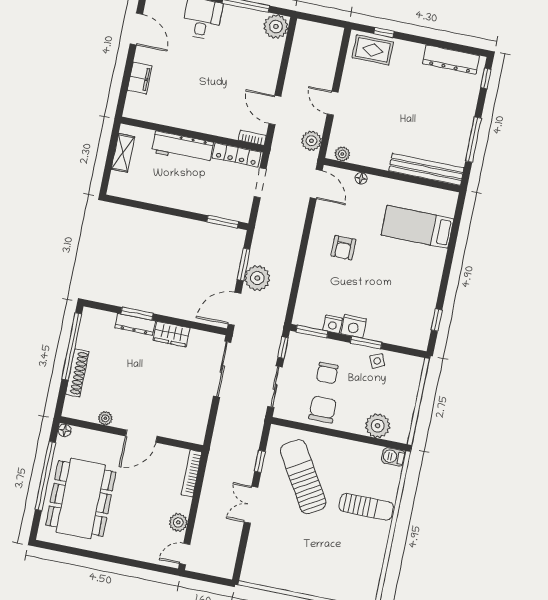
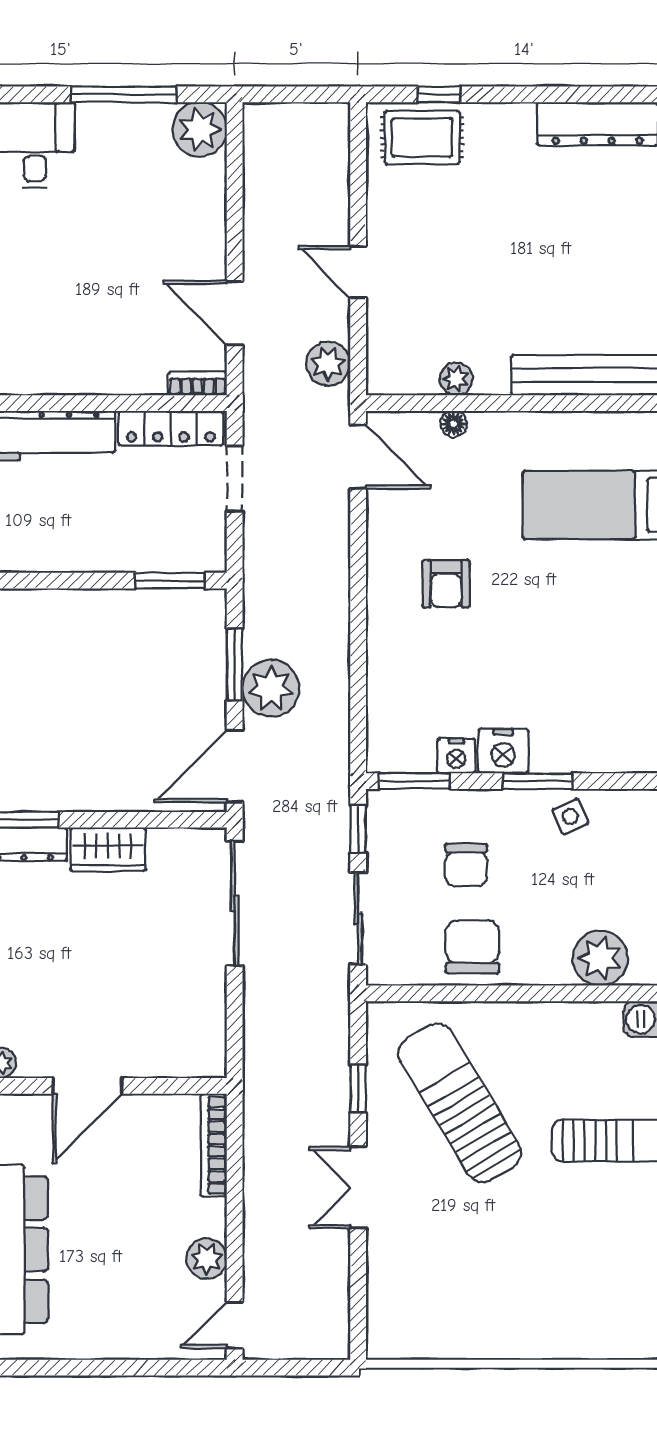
plant: (342, 154) -> (456, 379), moved

